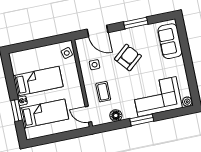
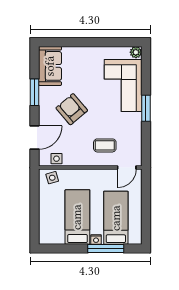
sofa: (170, 41) -> (50, 66), moved, turned -90
side table: (95, 65) -> (56, 159), moved
window: (16, 110) -> (106, 248), width x1.44
floor lamp: (116, 116) -> (135, 137), removed

